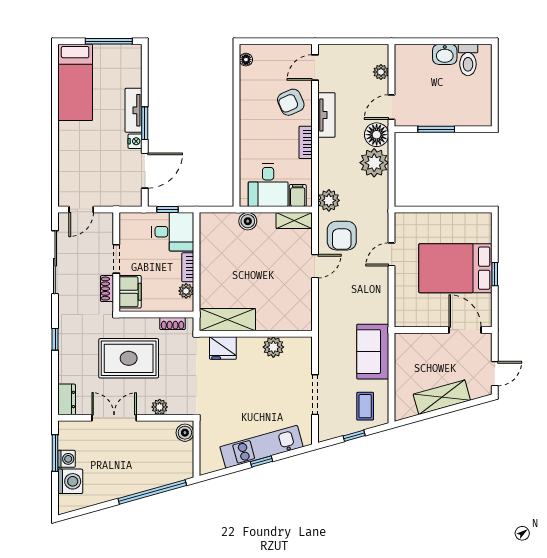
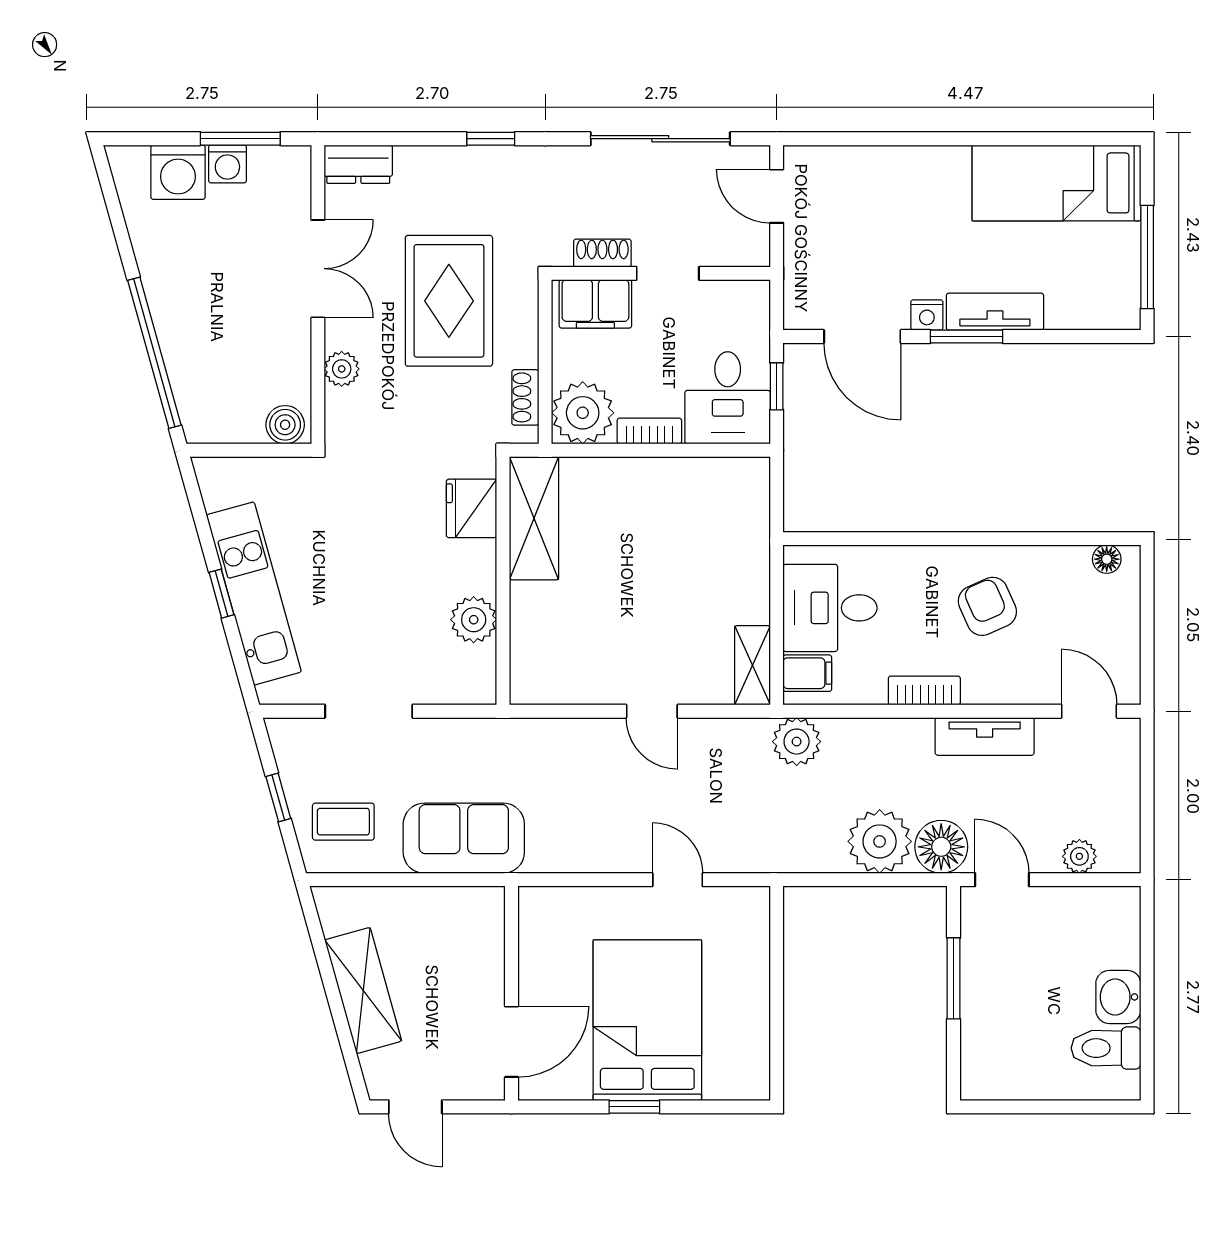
armchair: (291, 102) -> (987, 606), moved
boiler: (248, 221) -> (751, 563), removed
armchair: (342, 236) -> (719, 770), removed
plant: (186, 291) -> (583, 413), width x1.87, depth x1.87

